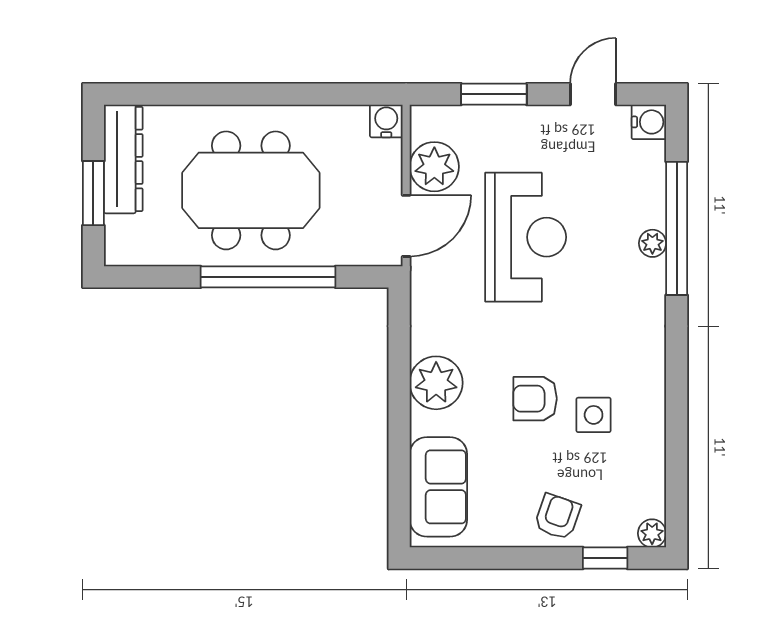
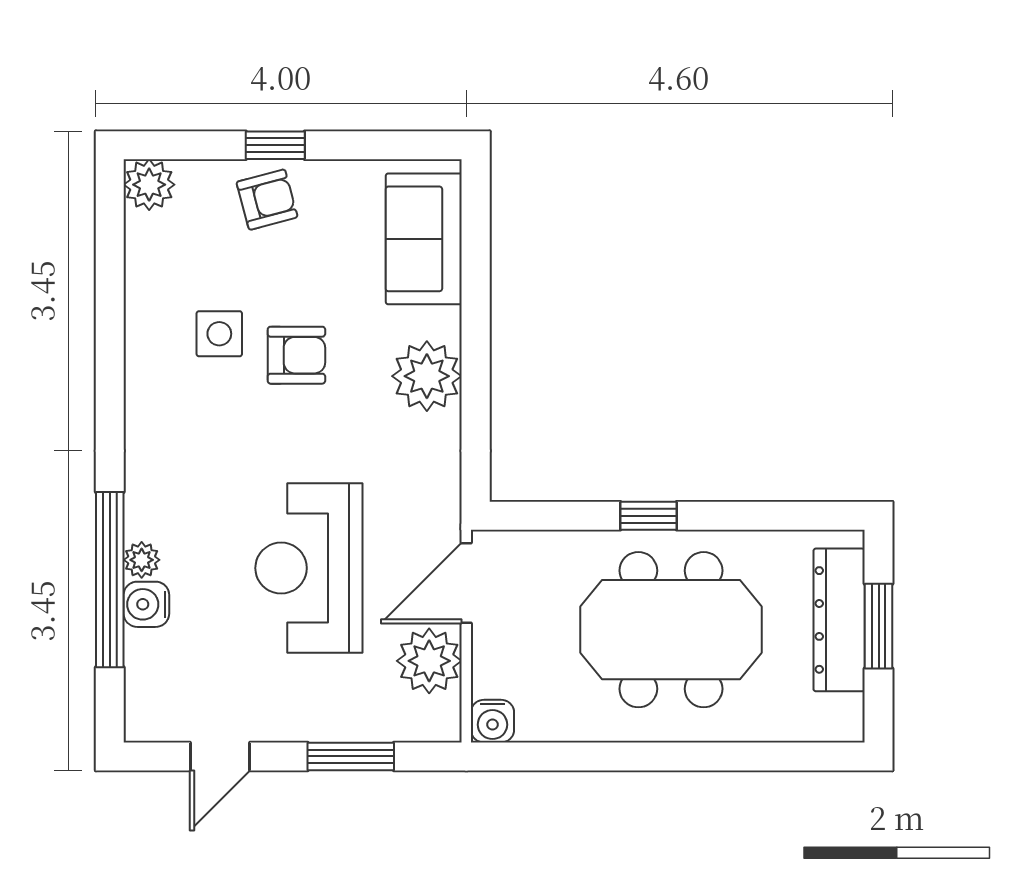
water cooler: (649, 122) -> (146, 604), moved
dresser: (123, 159) -> (839, 620), moved
window: (268, 277) -> (648, 516), width x0.32
armchair: (557, 517) -> (267, 200), turned -124
plant: (652, 533) -> (149, 185), width x1.38, depth x1.38
window: (605, 558) -> (275, 145), moved

